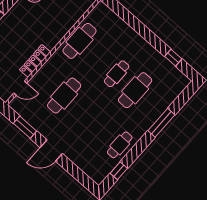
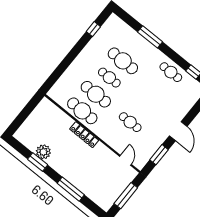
cafe table: (98, 57) -> (96, 94), added
locker: (35, 61) -> (84, 135), moved
cafe table: (64, 96) -> (130, 122), width x0.73, depth x0.74

